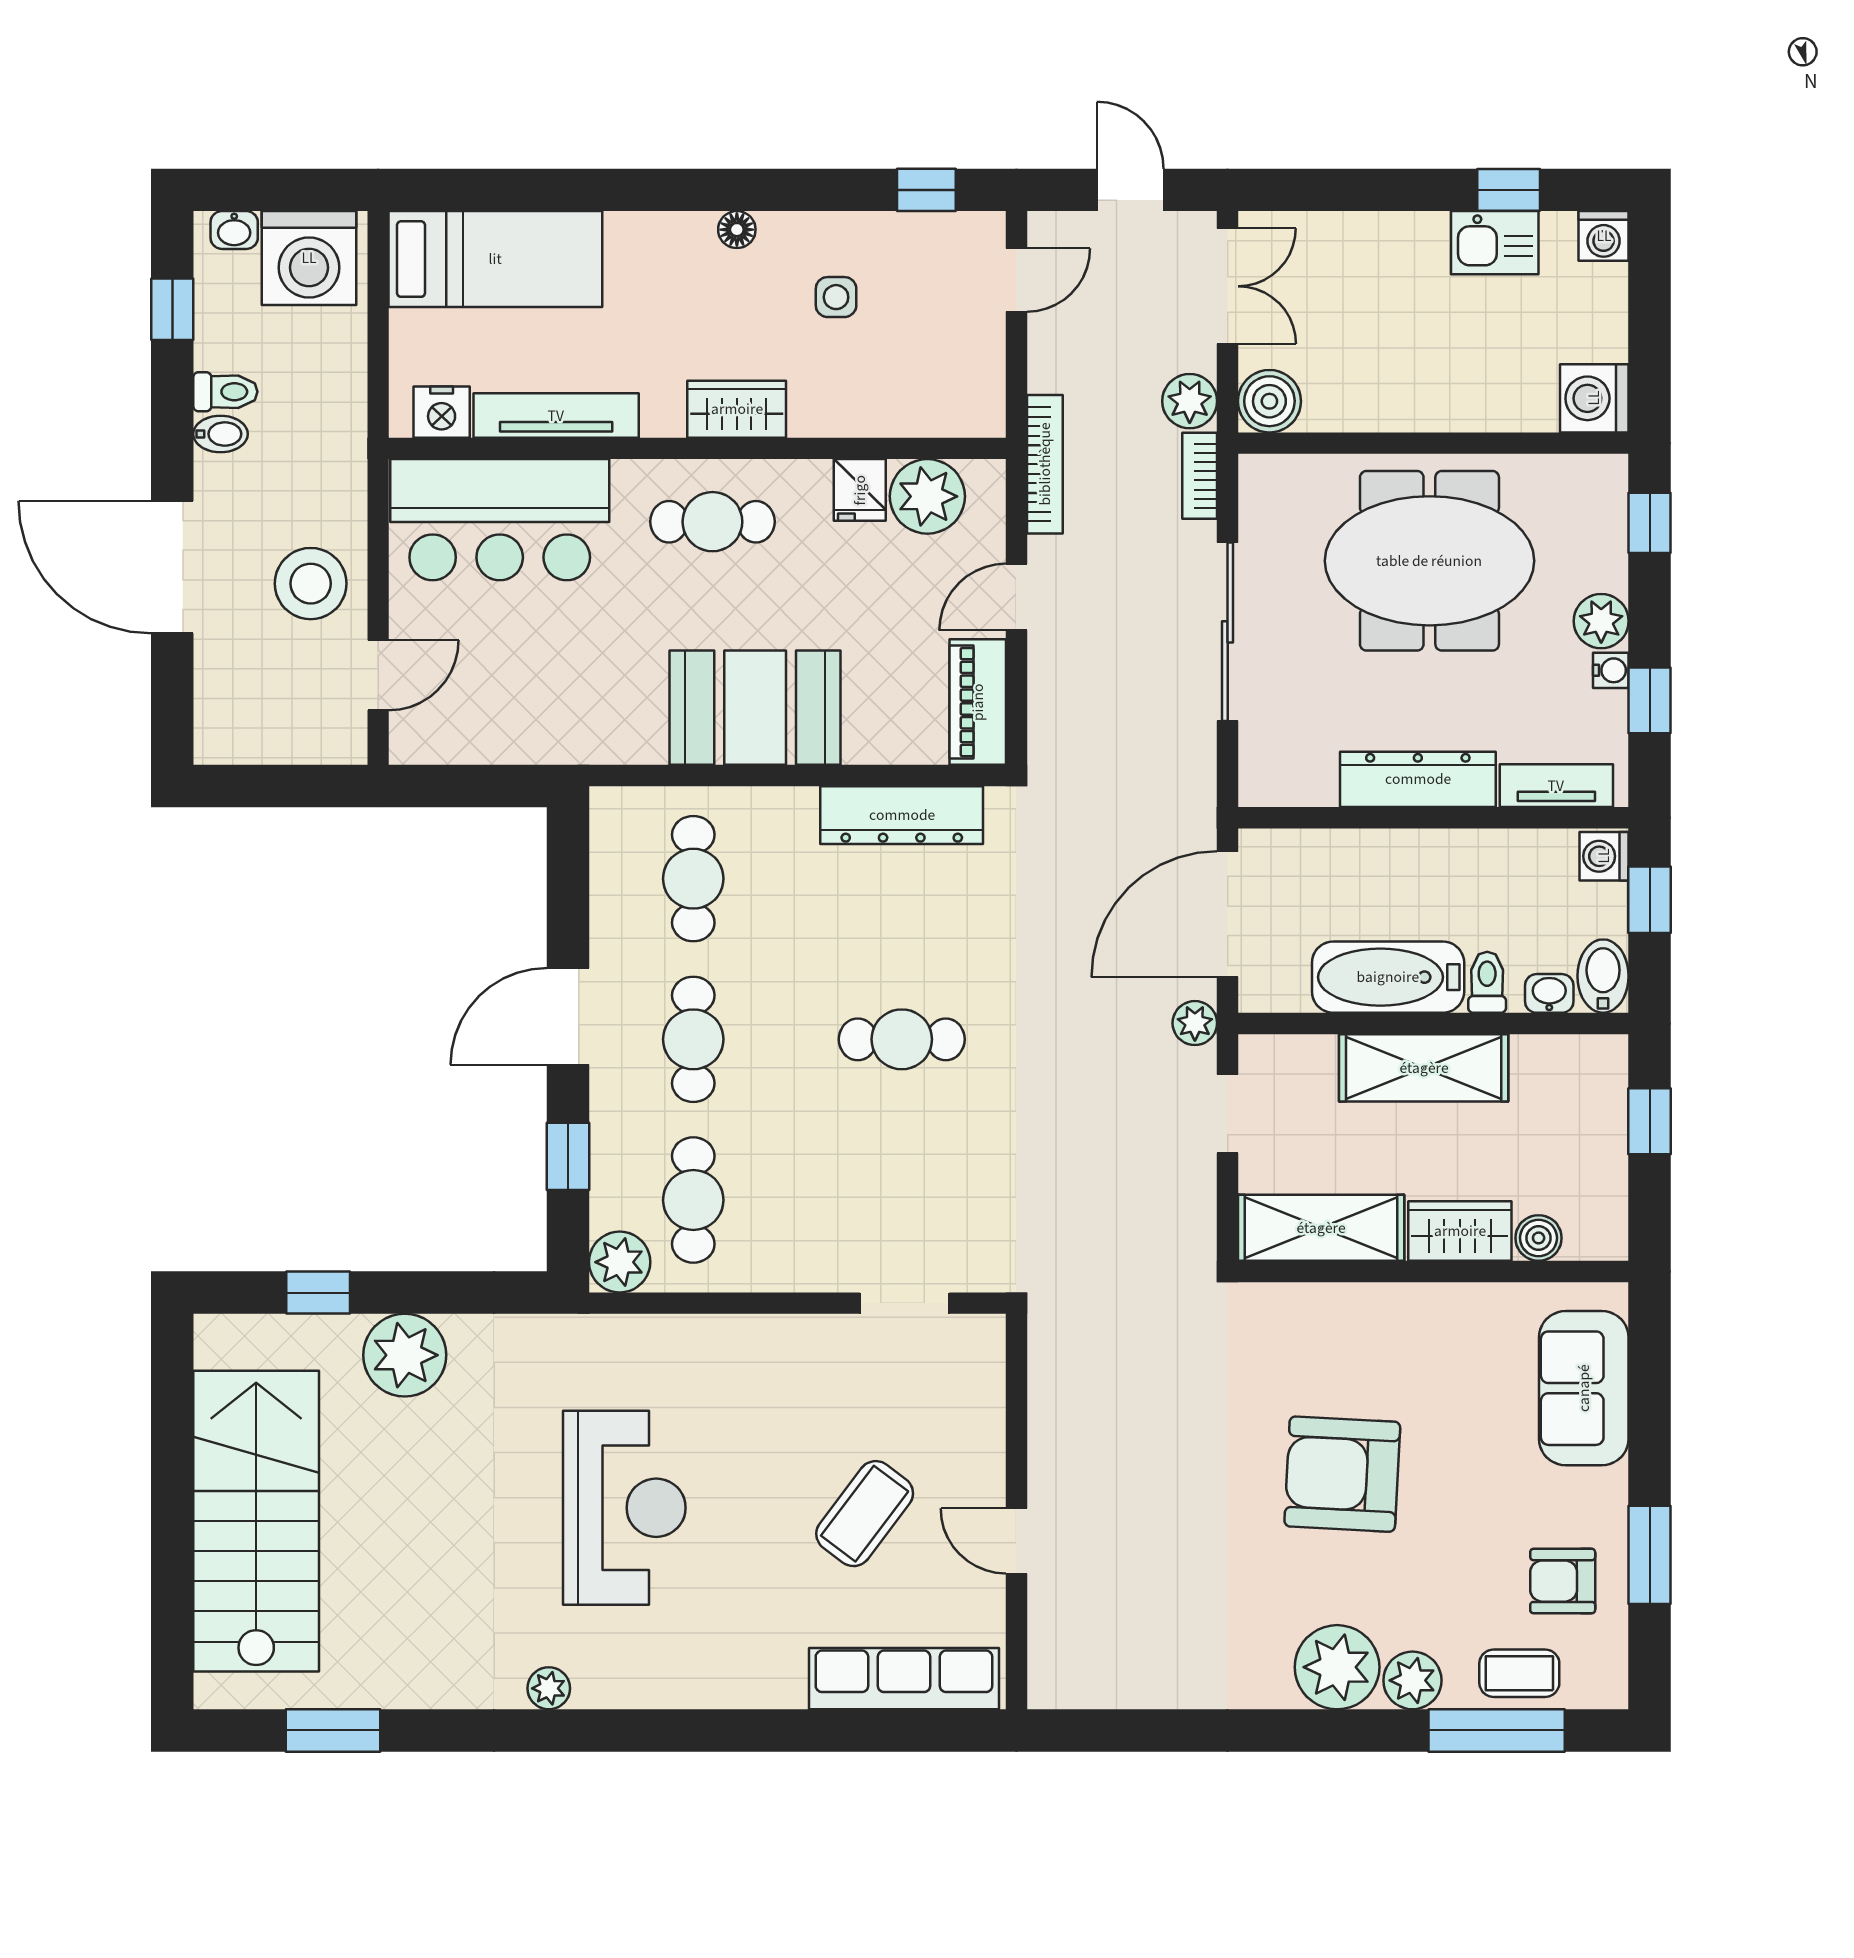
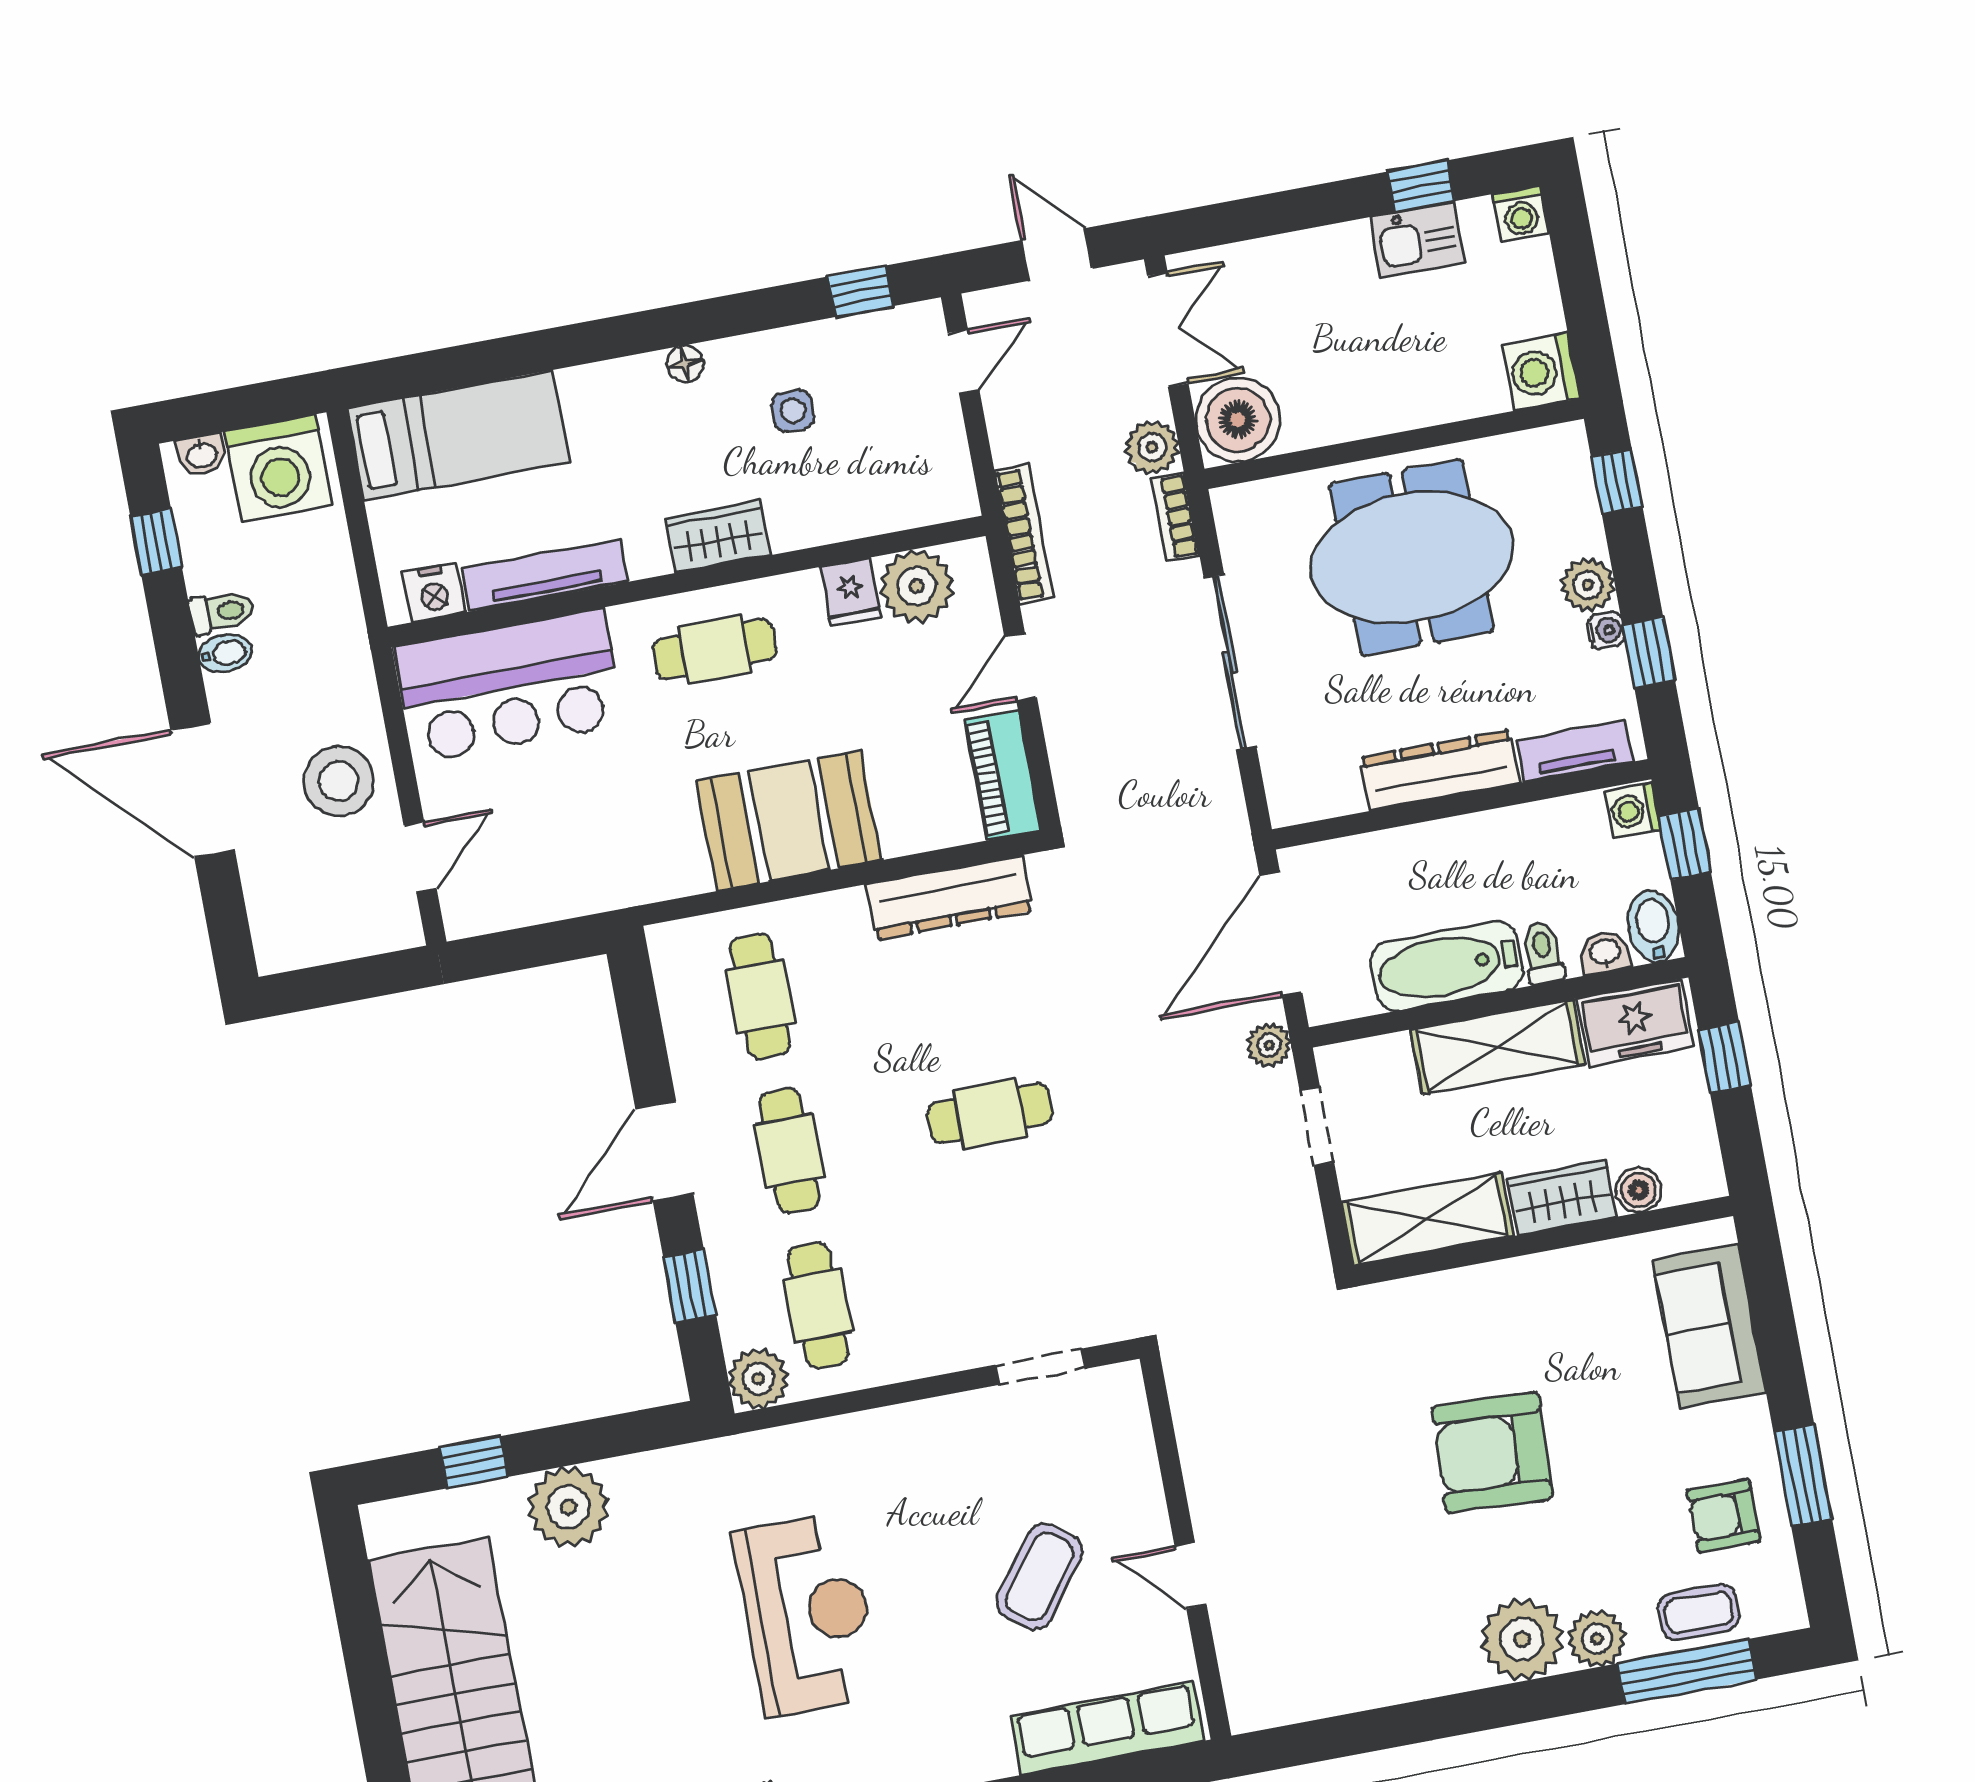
boiler: (1269, 401) -> (1238, 420), width x1.37, depth x1.37
freezer: (1567, 1069) -> (1635, 1023), added

